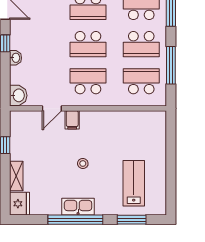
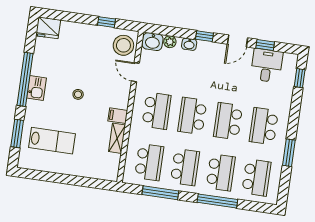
school desk: (141, 44) -> (185, 167), turned 180
plant: (16, 78) -> (170, 42), added
filing cabinet: (72, 120) -> (118, 116), moved
stool: (26, 124) -> (123, 45), added
shelving: (16, 176) -> (117, 138), moved, turned 90
kitchen sink: (78, 207) -> (37, 88), width x0.73

